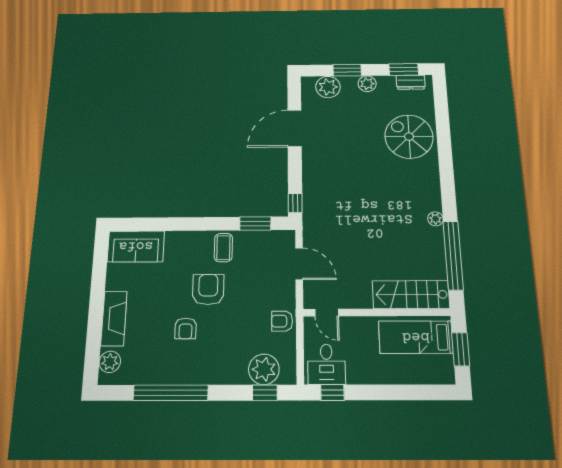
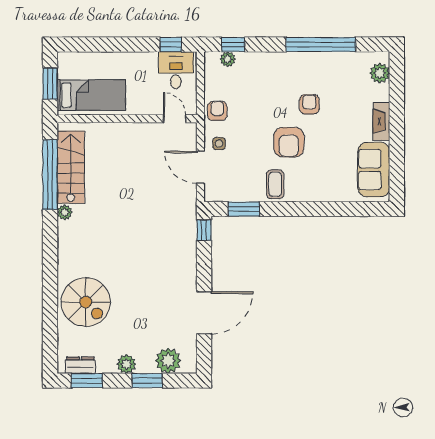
sofa: (136, 246) -> (374, 170), moved, turned -90
side table: (280, 288) -> (219, 144), added
stairs: (411, 295) -> (71, 167), moved, turned -90
fireplace: (114, 318) -> (381, 121), width x0.73, depth x0.76
armchair: (282, 321) -> (217, 111), turned -90
plant: (264, 369) -> (228, 59), width x0.53, depth x0.53

